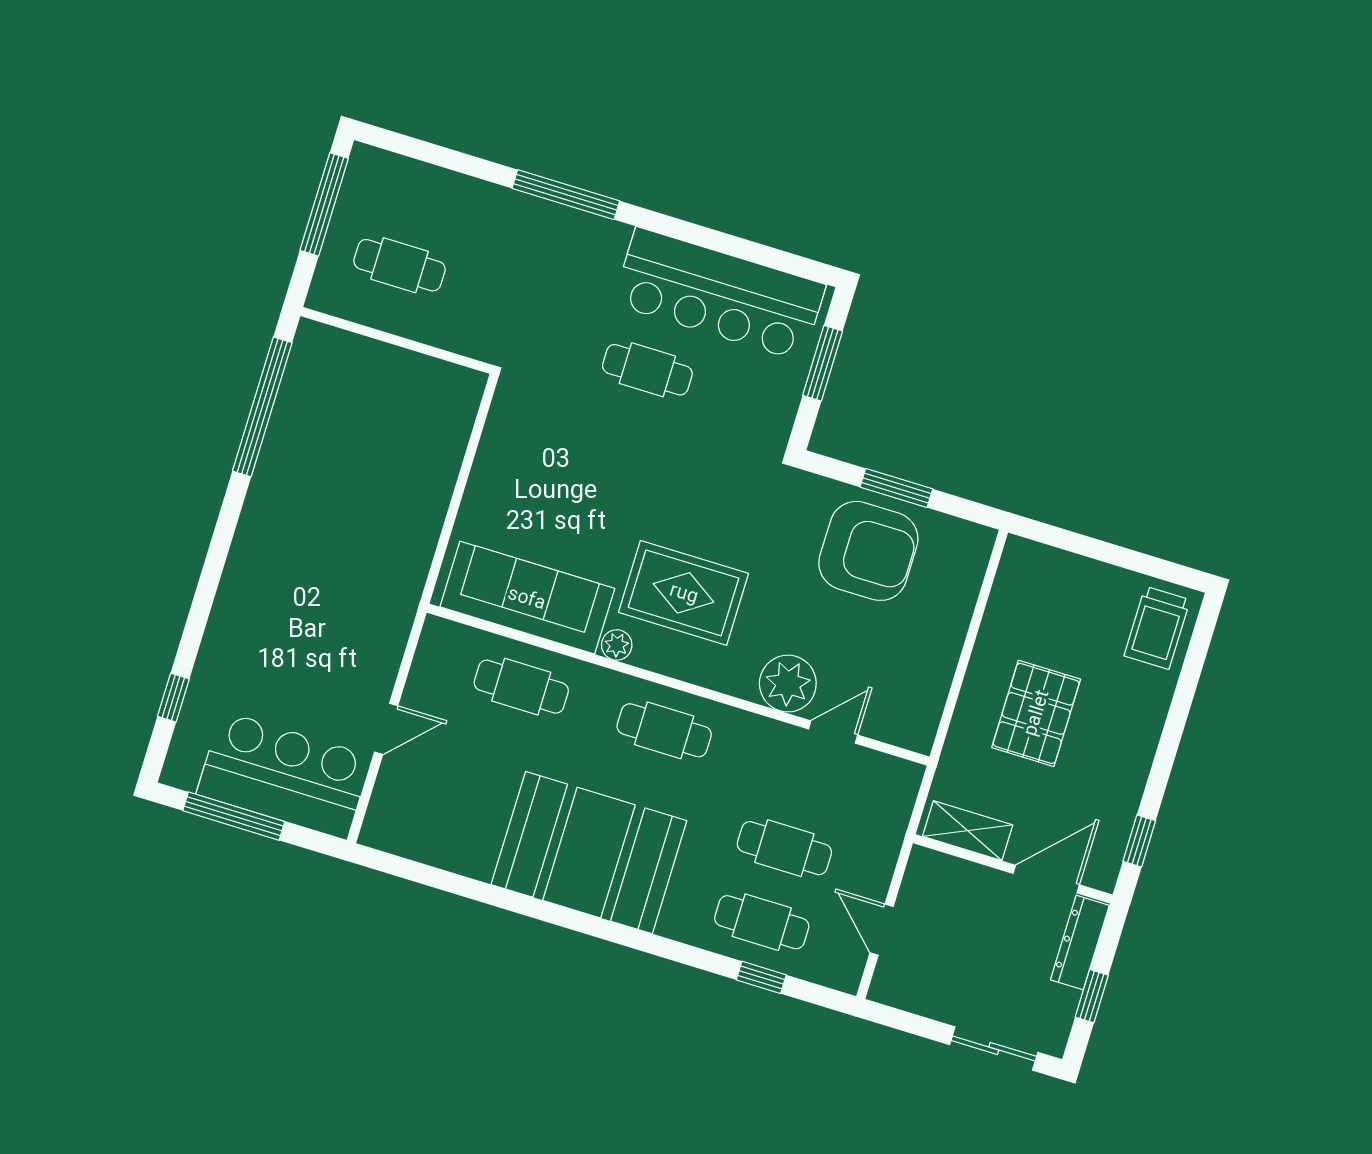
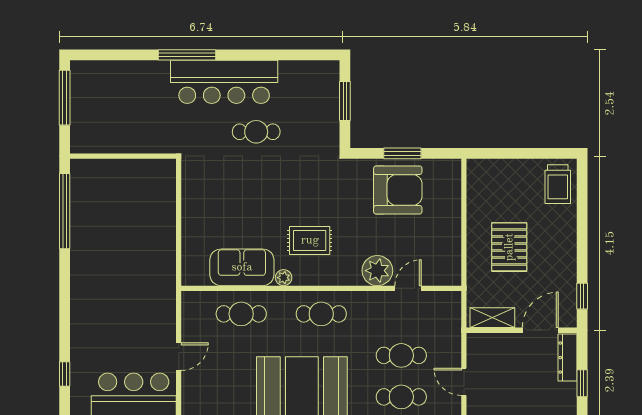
cafe table: (400, 265) -> (113, 117), removed
bar counter: (719, 294) -> (224, 82), moved
rug: (684, 593) -> (310, 240), width x0.73, depth x0.70
sofa: (527, 598) -> (242, 267), width x0.73

